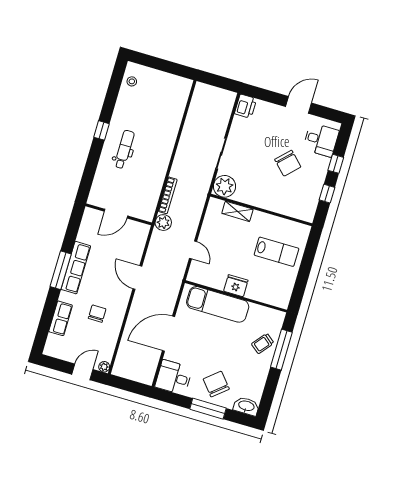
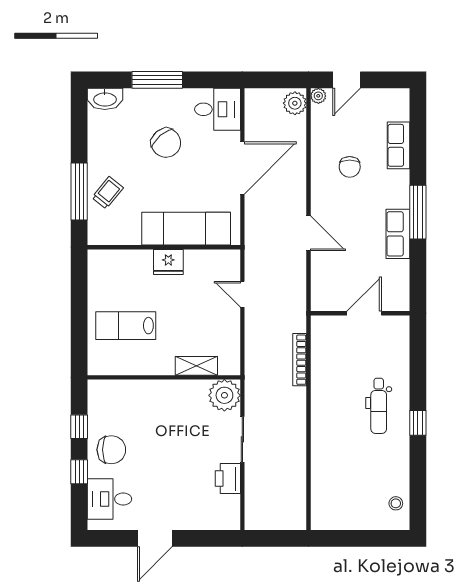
printer: (246, 106) -> (228, 479), moved
chair: (288, 163) -> (111, 450), moved, turned 135
plant: (163, 223) -> (295, 103), moved
row of seats: (76, 268) -> (398, 234), width x0.68
chair: (216, 384) -> (166, 143), moved

